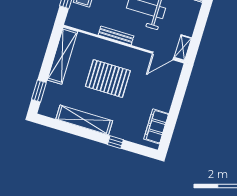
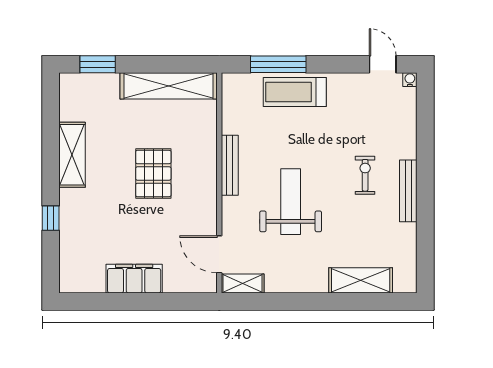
pallet: (108, 79) -> (153, 174), width x0.73, depth x0.71
shelving: (84, 120) -> (72, 155), width x0.68
filing cabinet: (156, 126) -> (134, 279), moved

